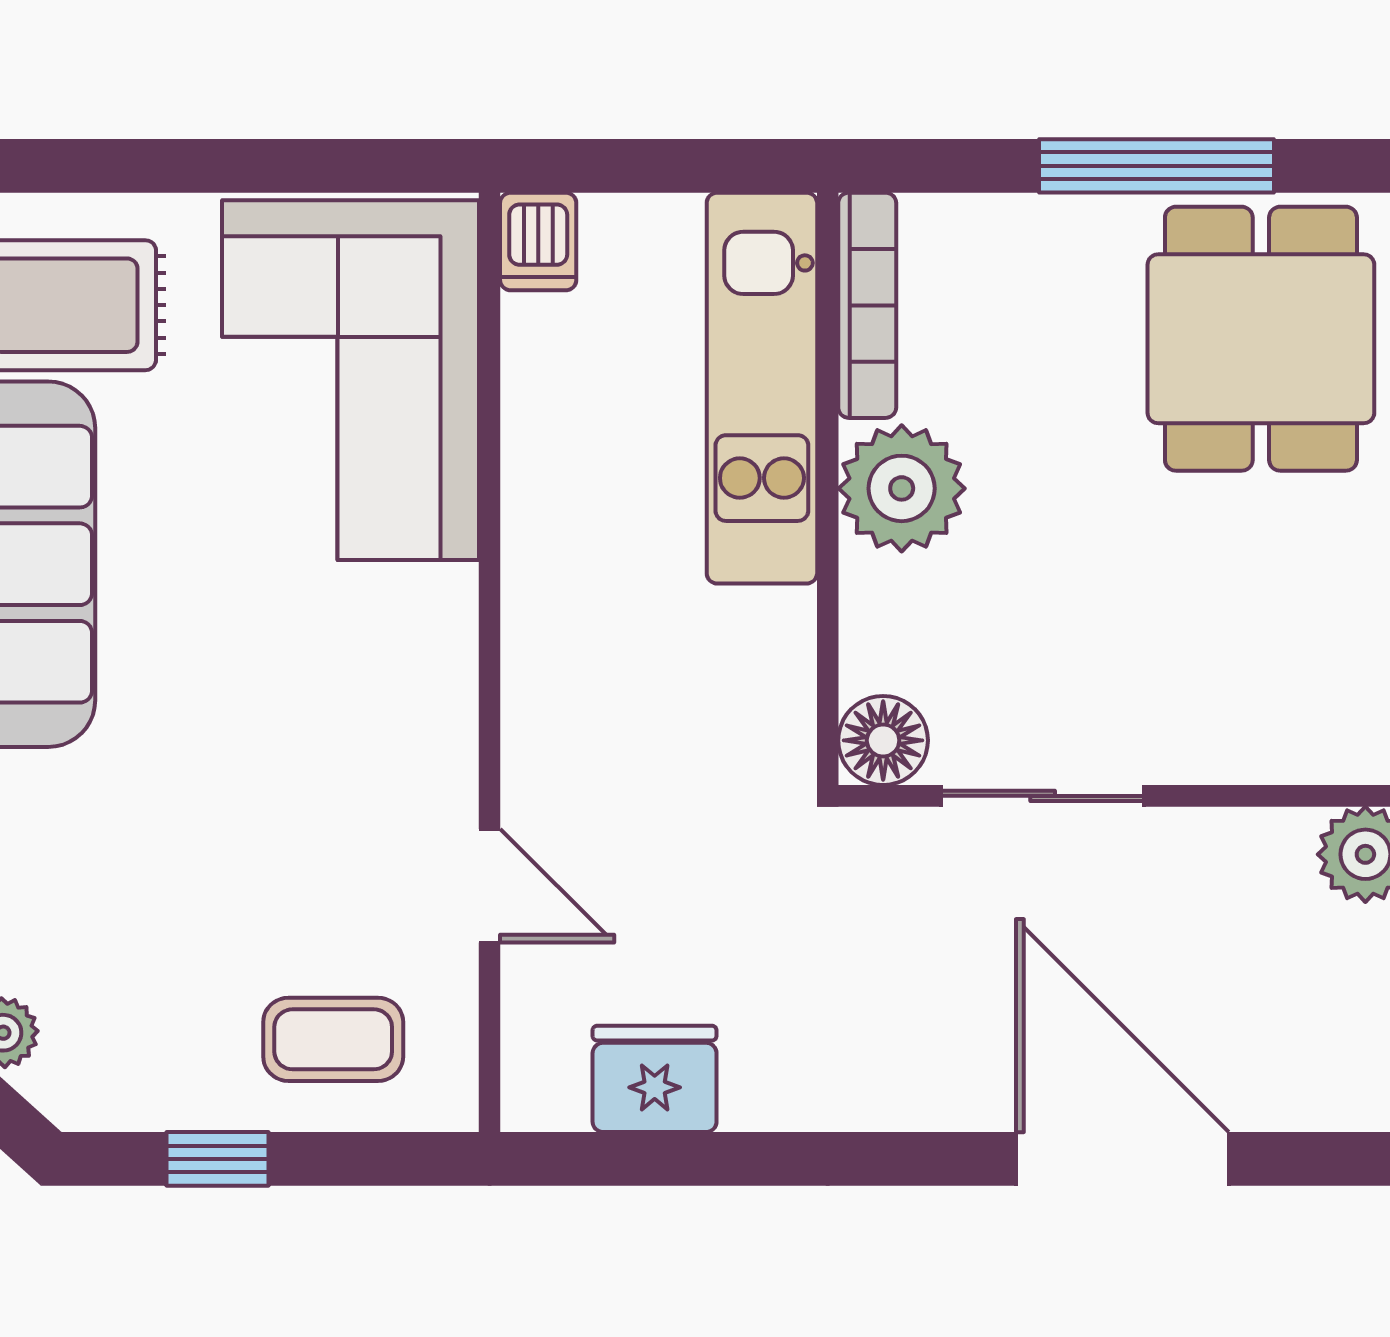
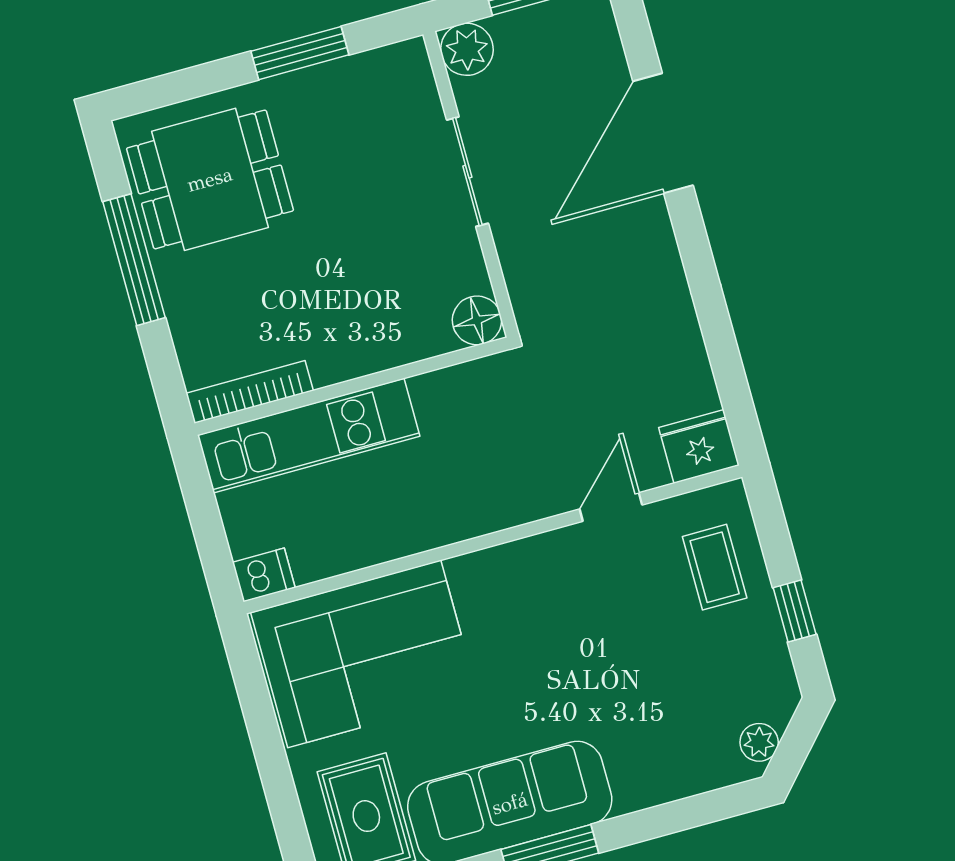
plant: (902, 488) -> (341, 347), removed
sliding door: (1043, 796) -> (467, 172), moved
fridge: (655, 1079) -> (699, 446), moved, turned 90

